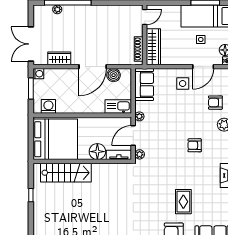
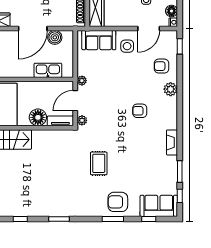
sofa: (144, 85) -> (99, 40), moved, turned 90
kitchen sink: (118, 107) -> (48, 70), moved
rug: (183, 202) -> (99, 163), moved

